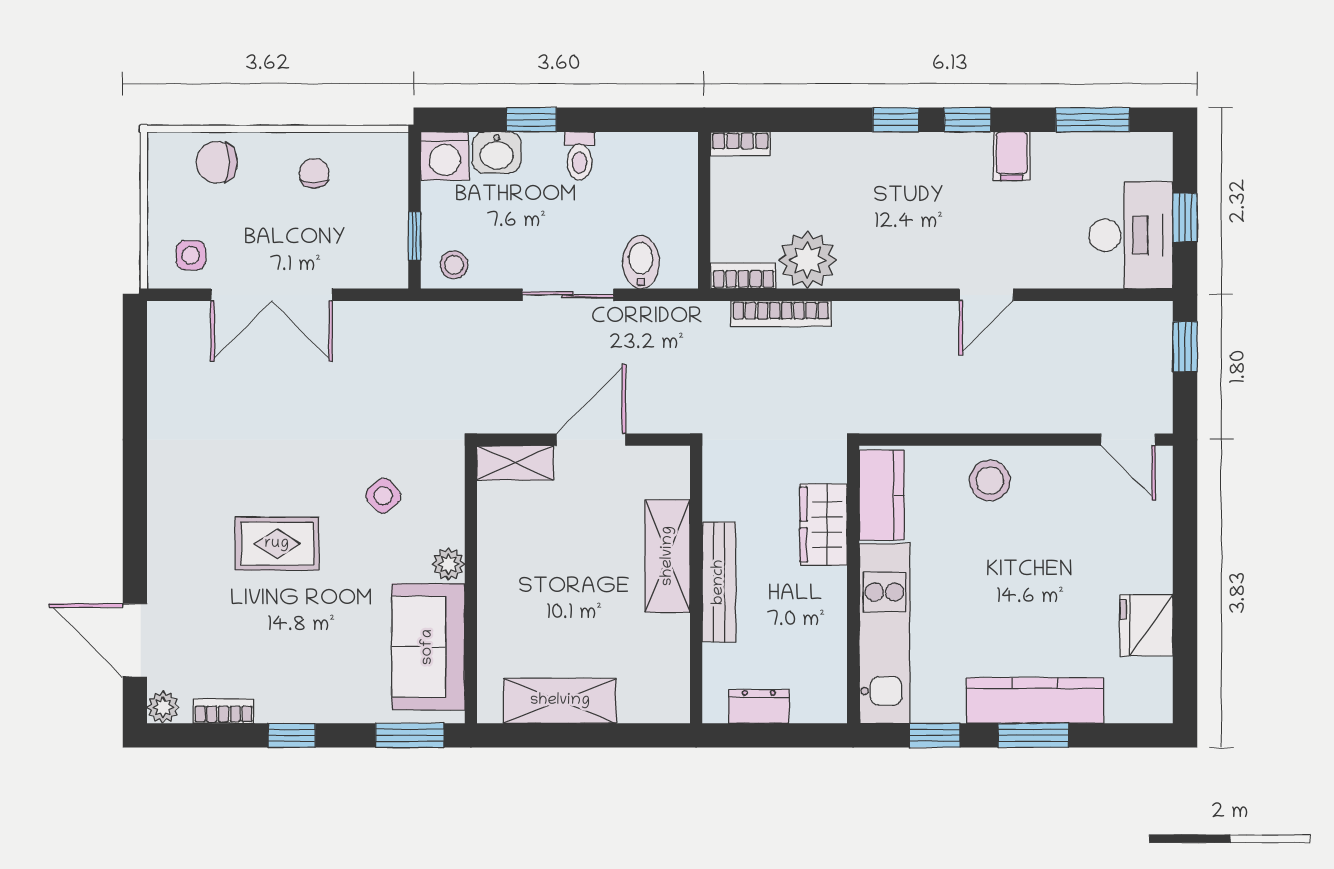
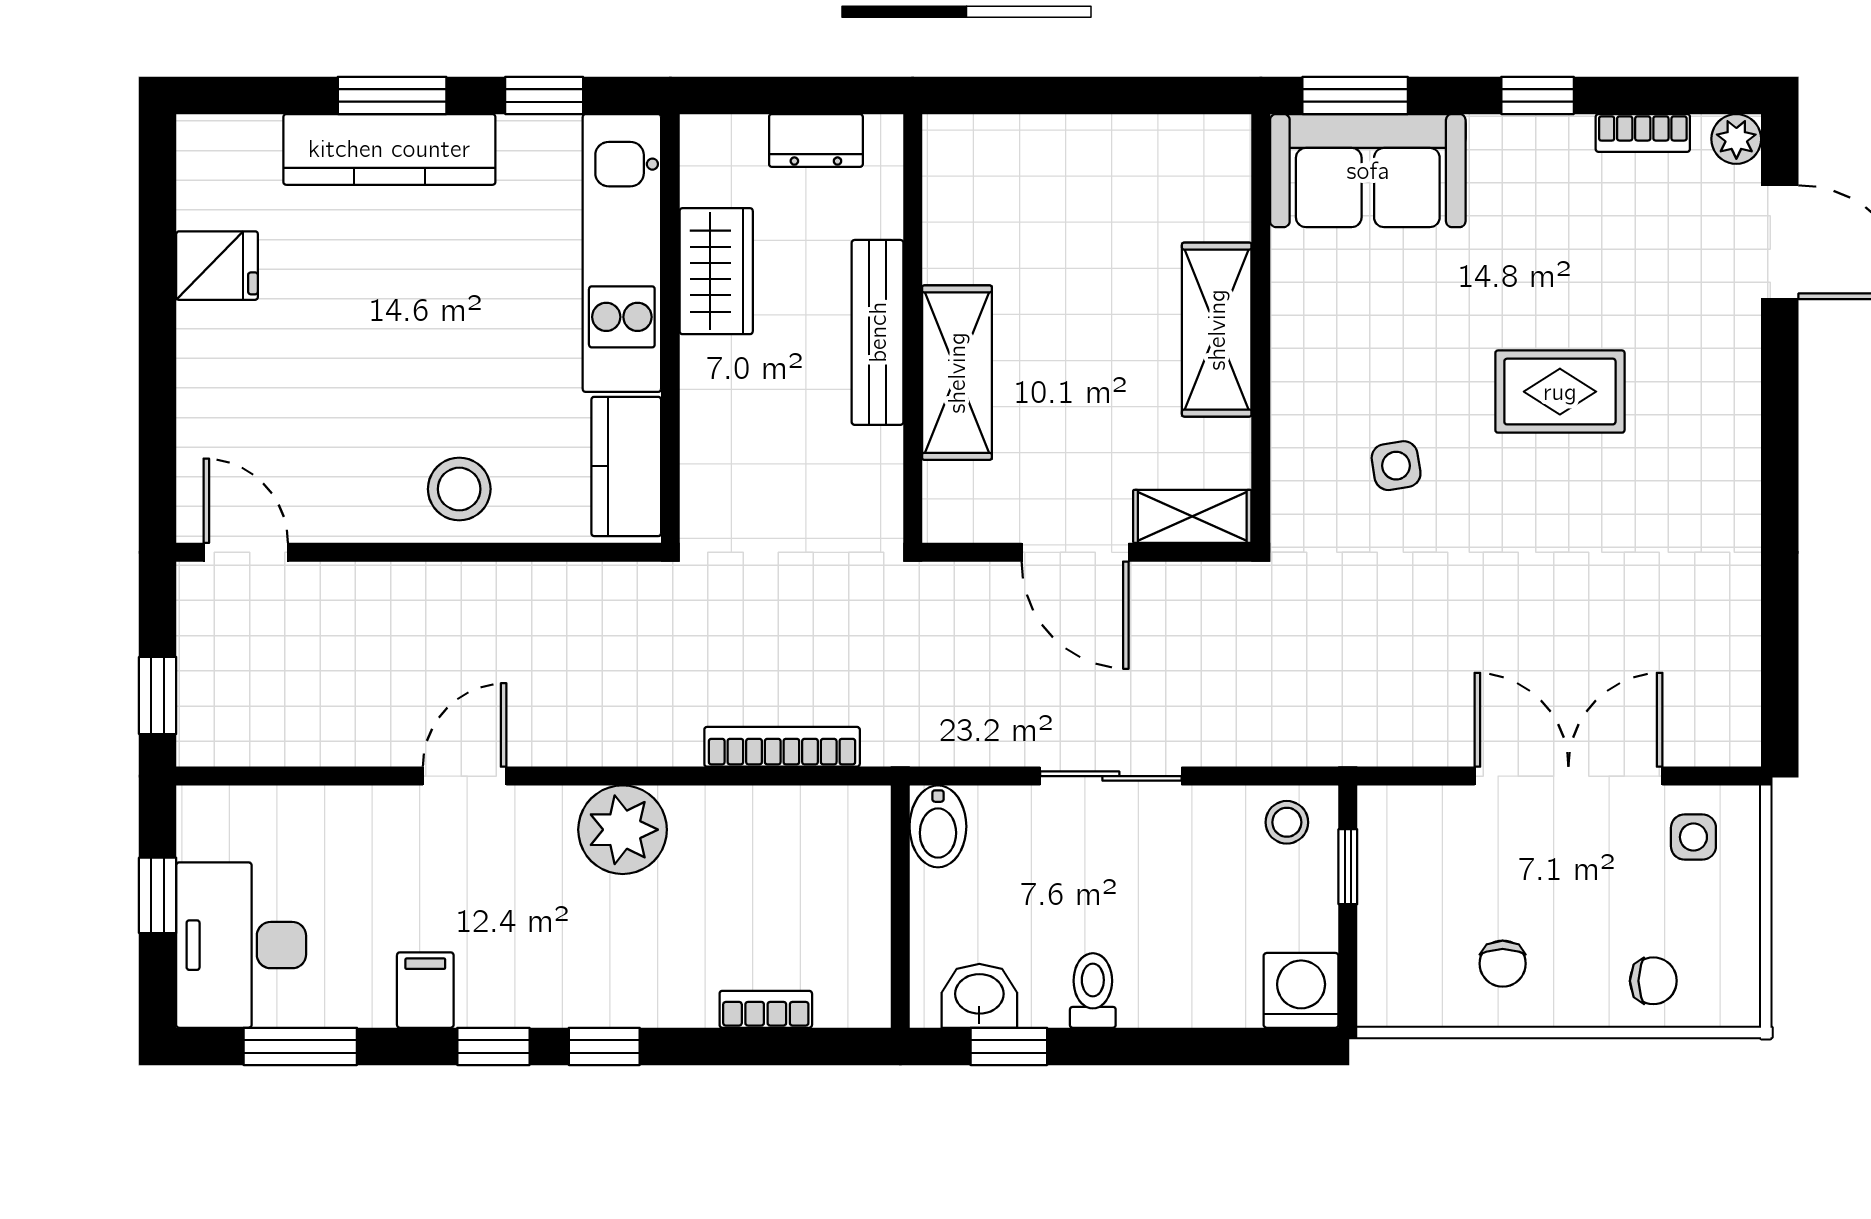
window: (531, 120) -> (1009, 1046), moved
bookcase: (740, 144) -> (766, 1009), moved
washbasin: (497, 152) -> (979, 996), moved
chair: (217, 162) -> (1653, 981), width x0.73, depth x0.73
desk: (1131, 235) -> (241, 945), moved
plant: (808, 260) -> (623, 830), moved
bidet: (641, 262) -> (938, 826), moved
bookcase: (743, 276) -> (840, 805), removed
door: (591, 440) -> (1075, 552), hinge flipped
side table: (383, 496) -> (1396, 466), turned 31
wardrobe: (823, 525) -> (716, 271), moved
plant: (449, 564) -> (1295, 360), removed
fridge: (1147, 625) -> (217, 266), width x0.72
sofa: (428, 647) -> (1368, 171), moved, turned 90
shelving: (560, 701) -> (1217, 330), moved, turned 90

